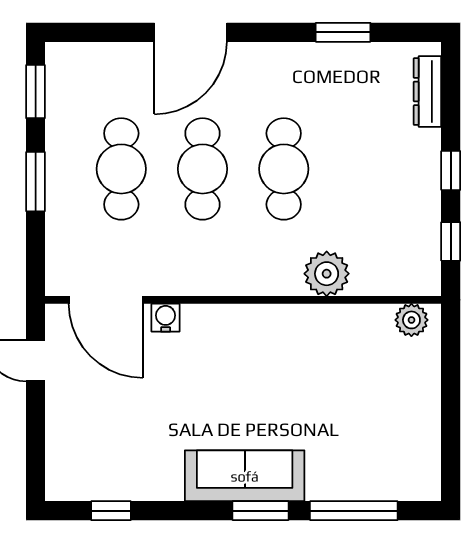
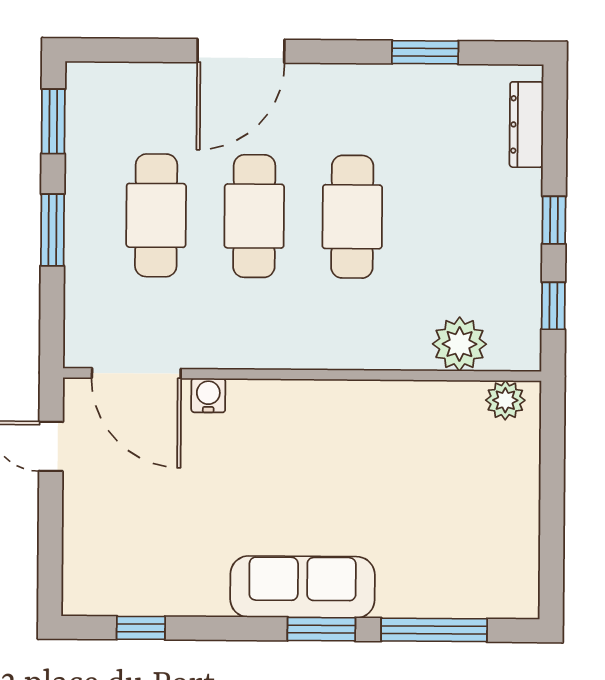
plant: (327, 274) -> (459, 344), moved

